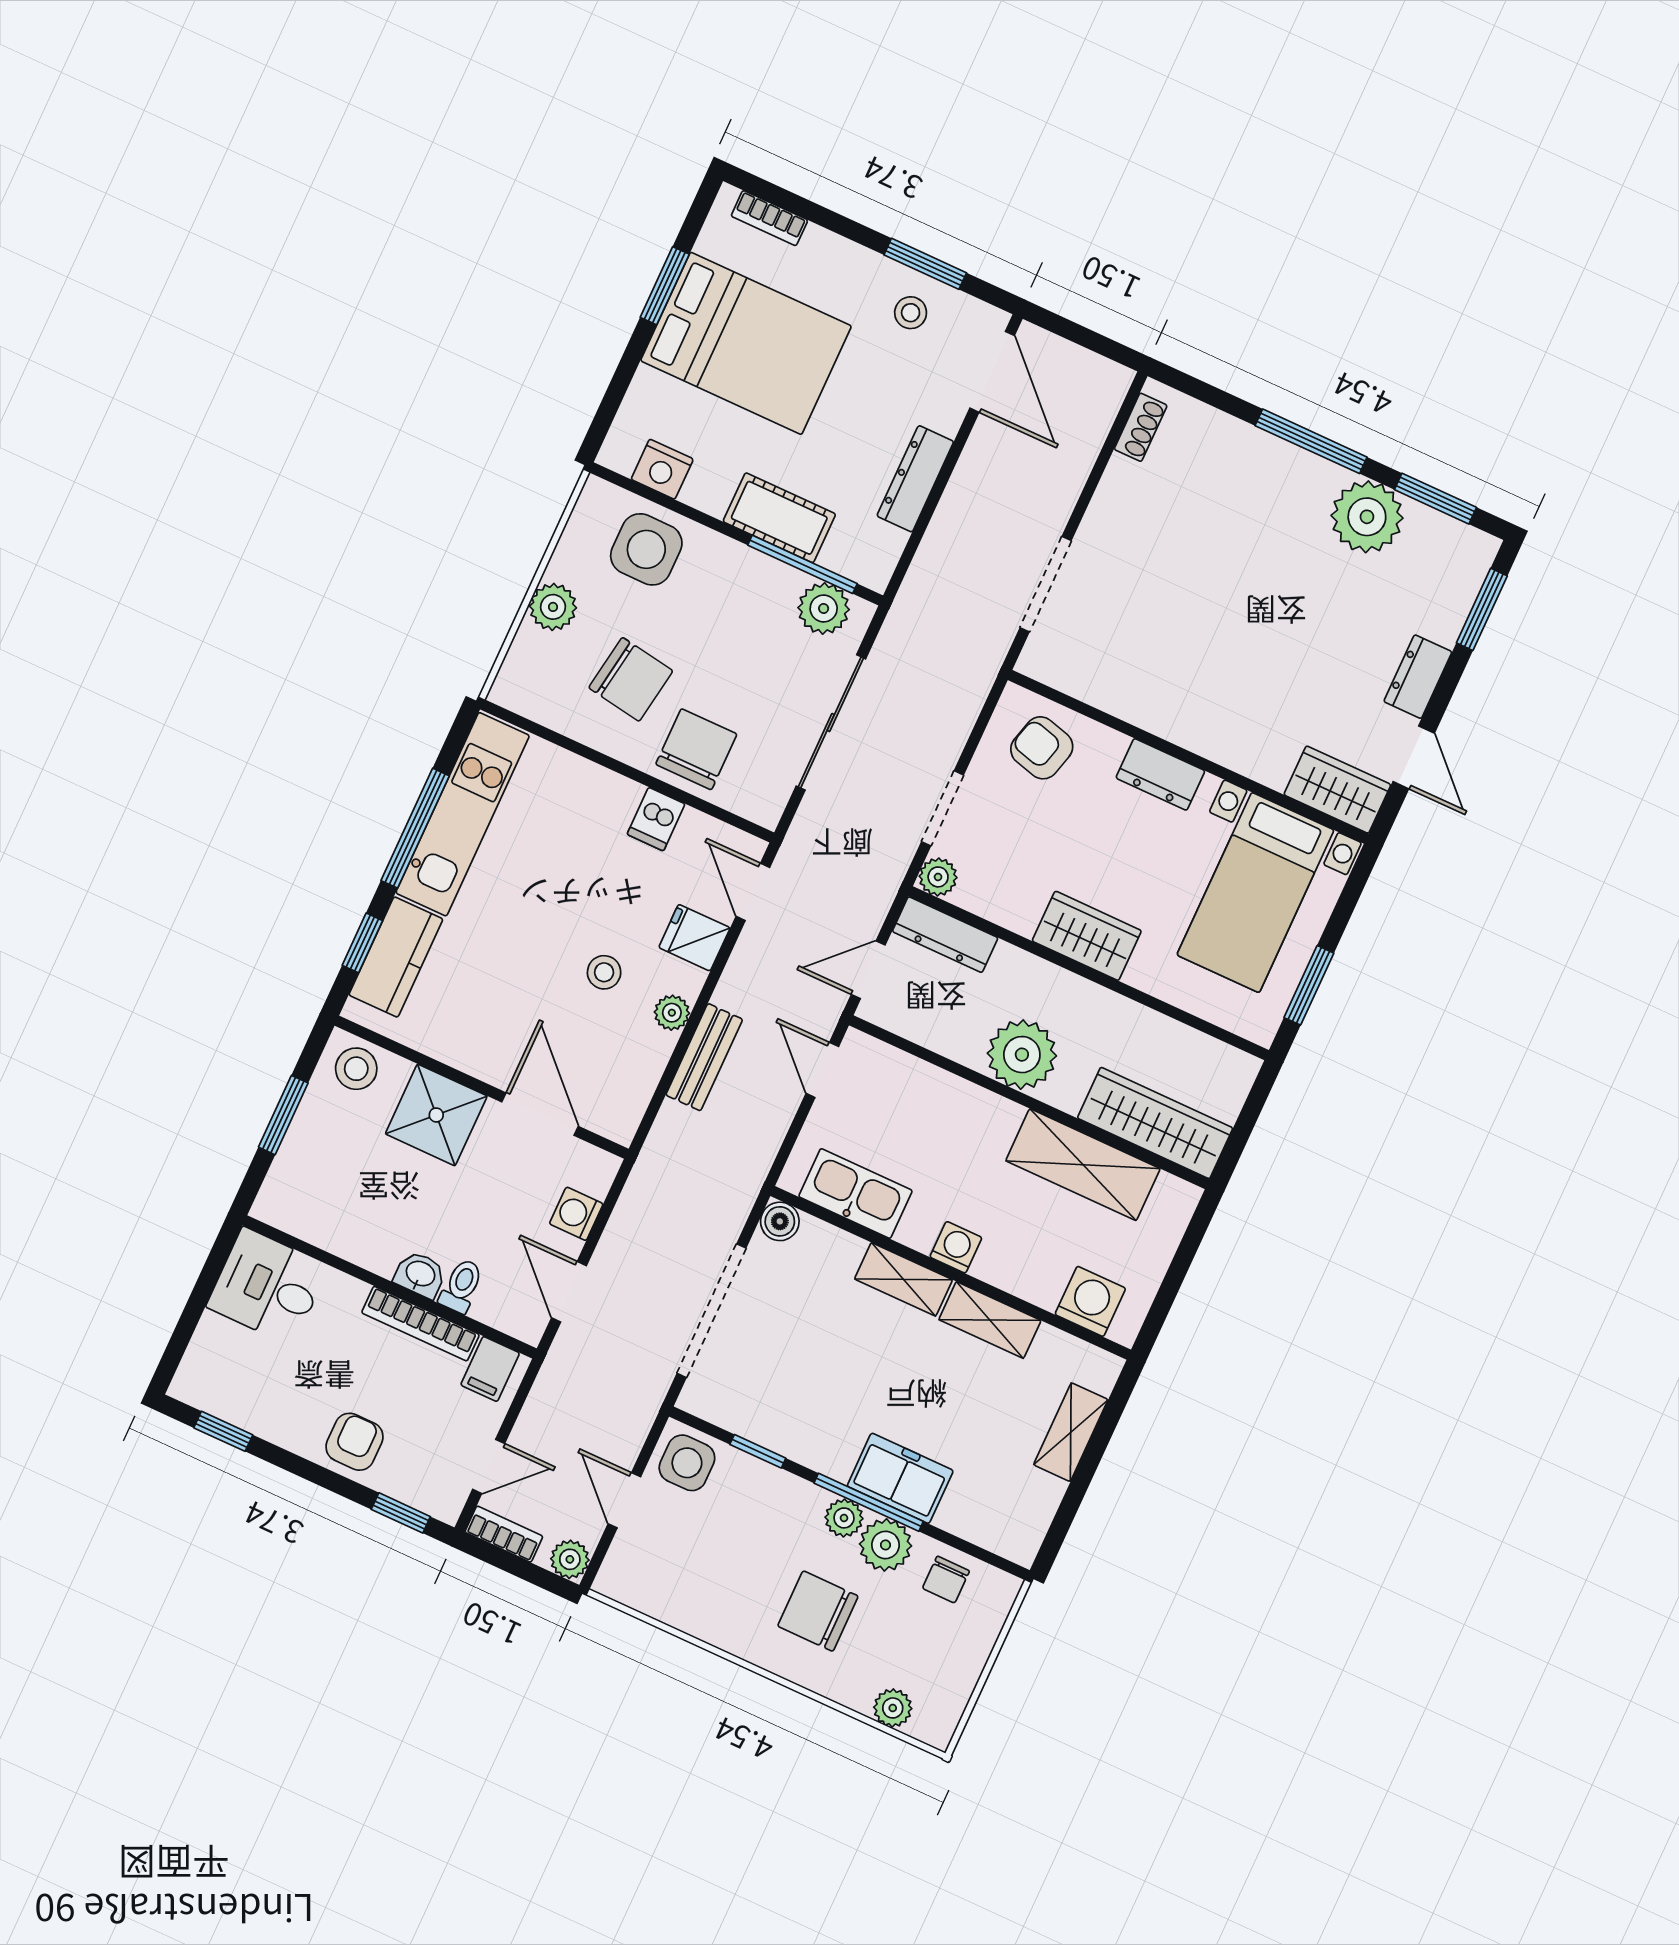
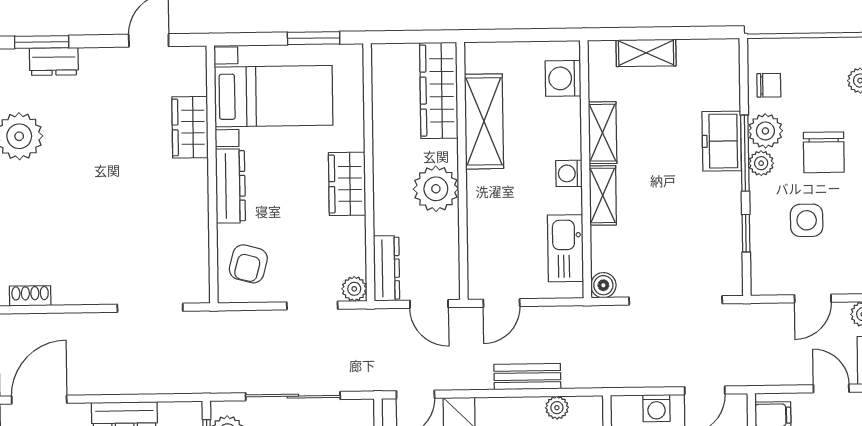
dresser: (1418, 677) -> (54, 61), moved
dresser: (1160, 774) -> (230, 186), width x1.44
wardrobe: (1337, 790) -> (190, 127), moved
plant: (672, 1013) -> (557, 408), moved
side table: (687, 1463) -> (807, 220), moved

